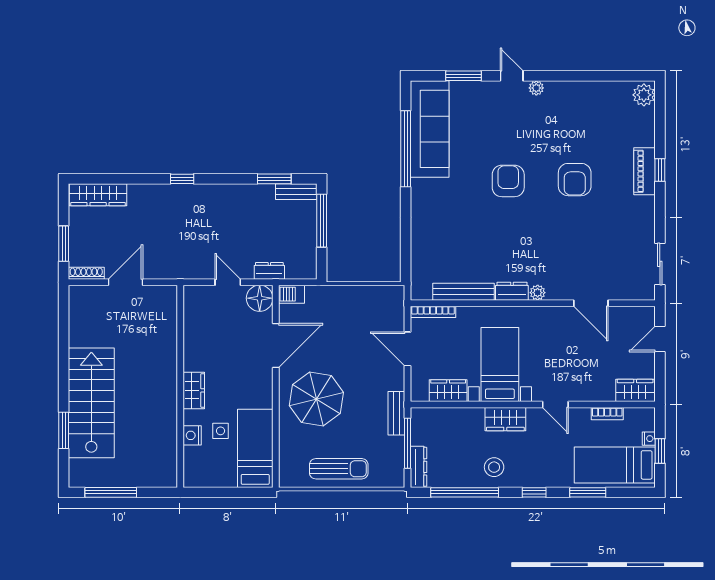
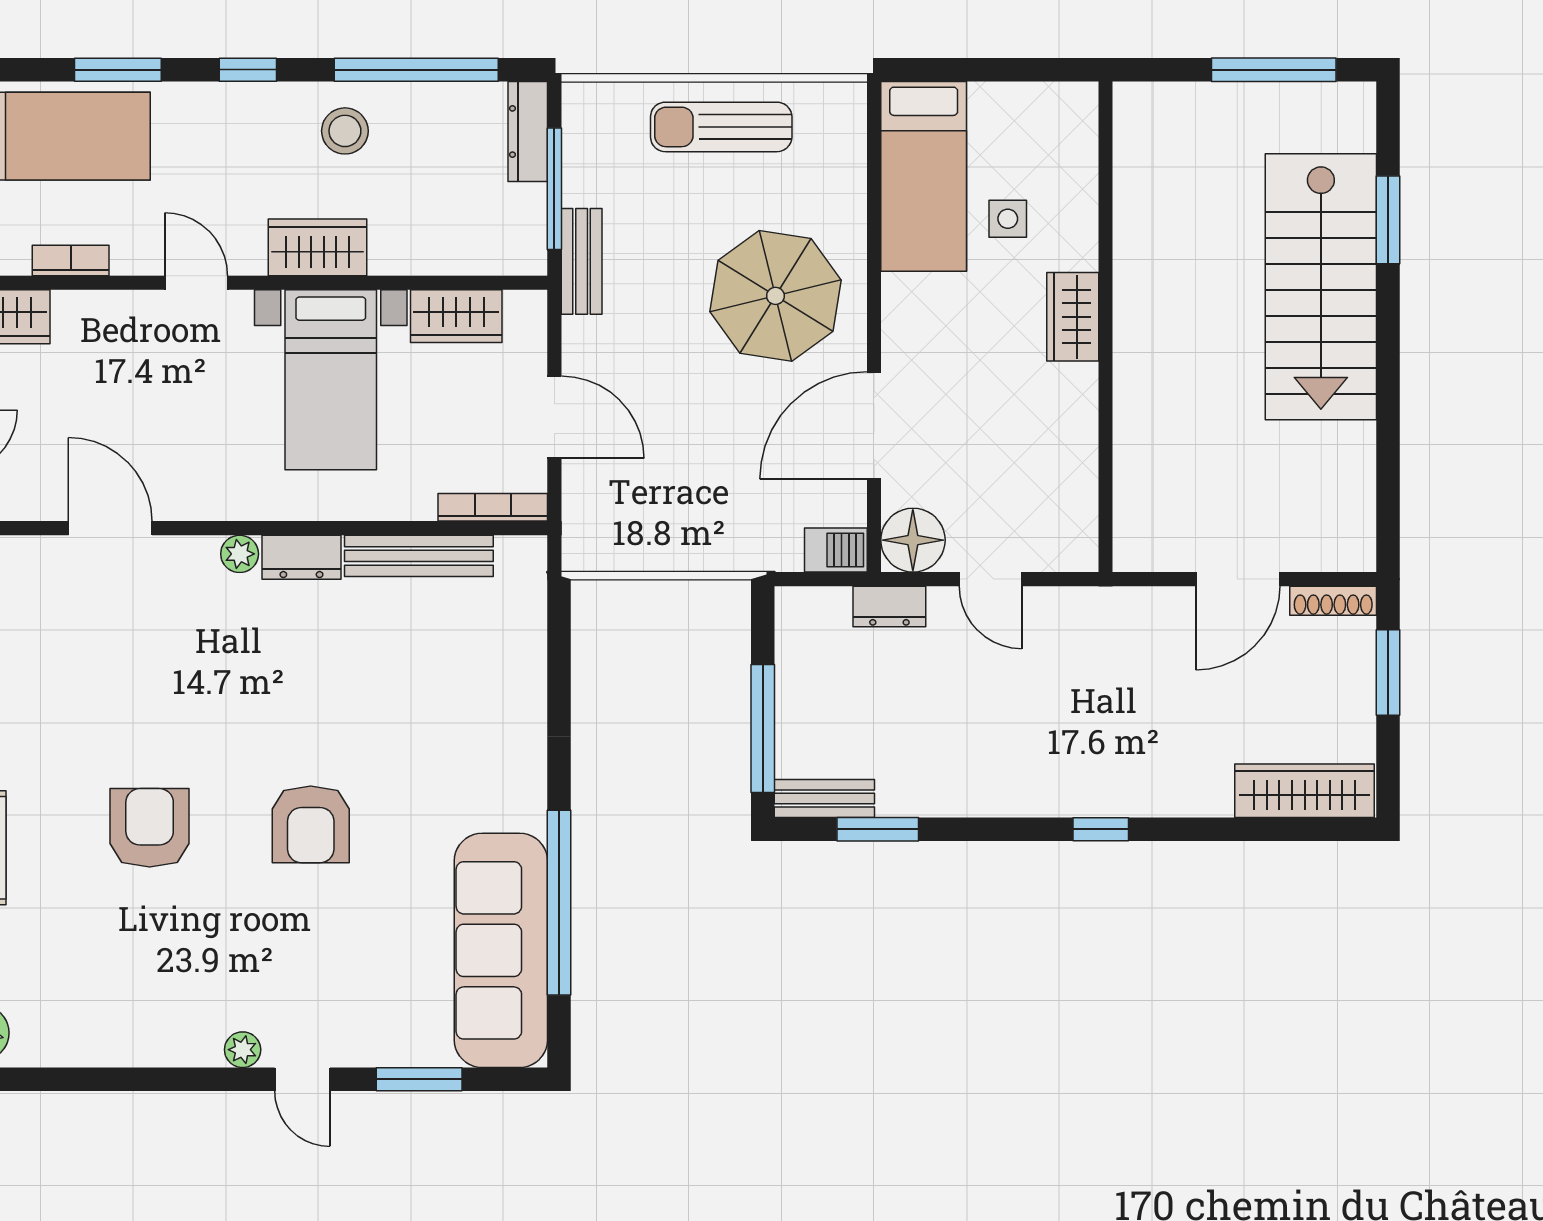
nightstand: (192, 435) -> (1077, 208), removed

